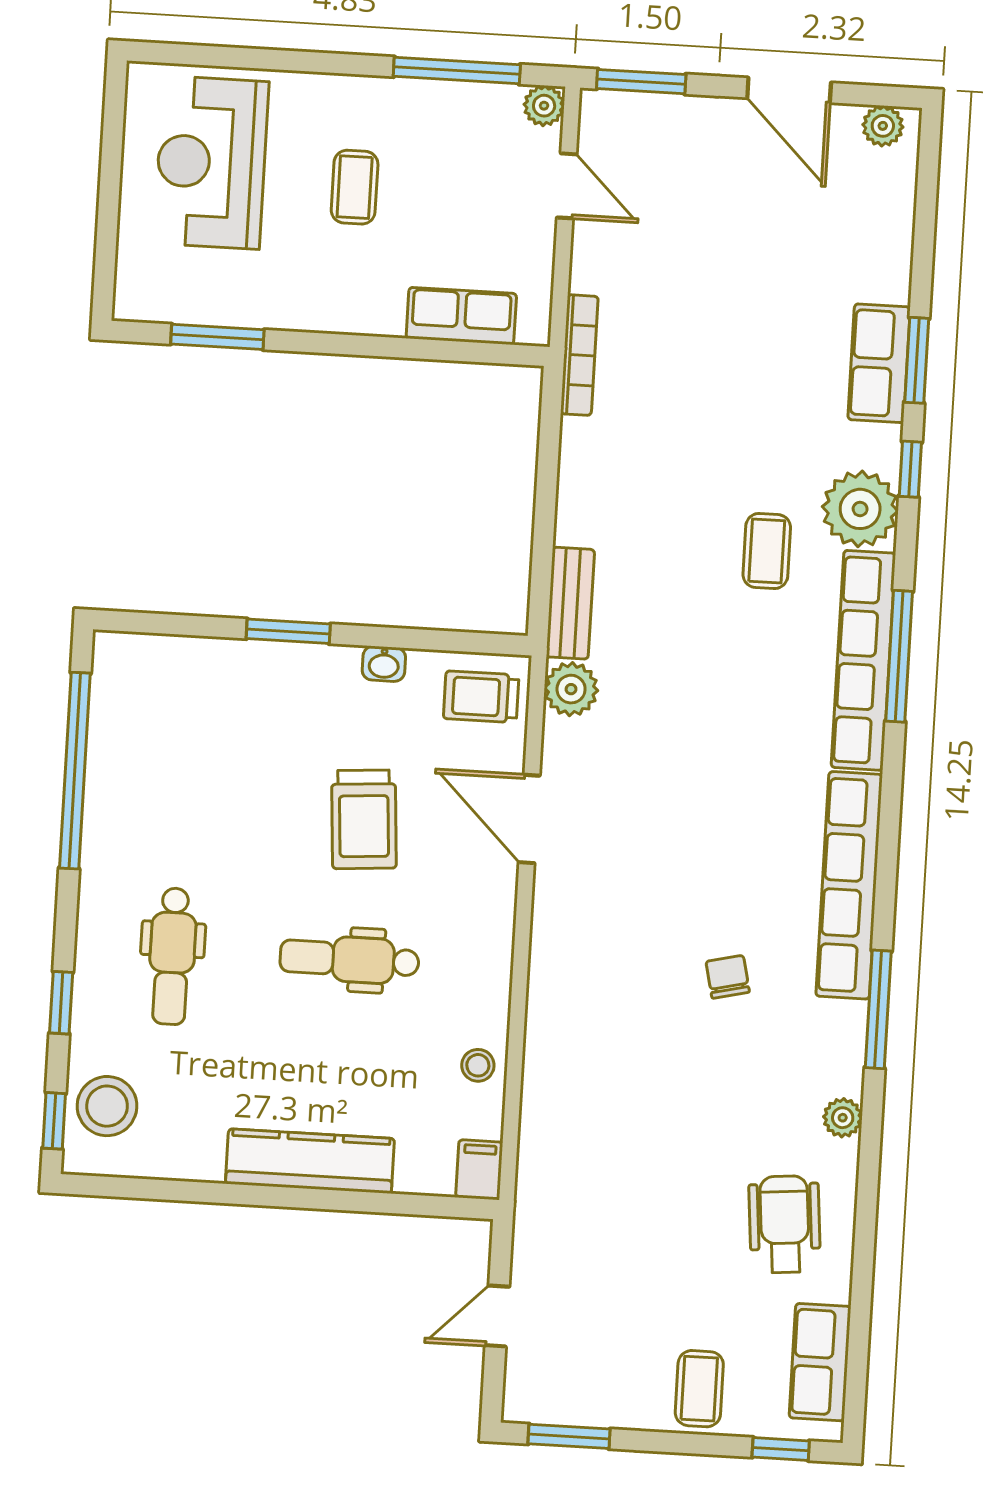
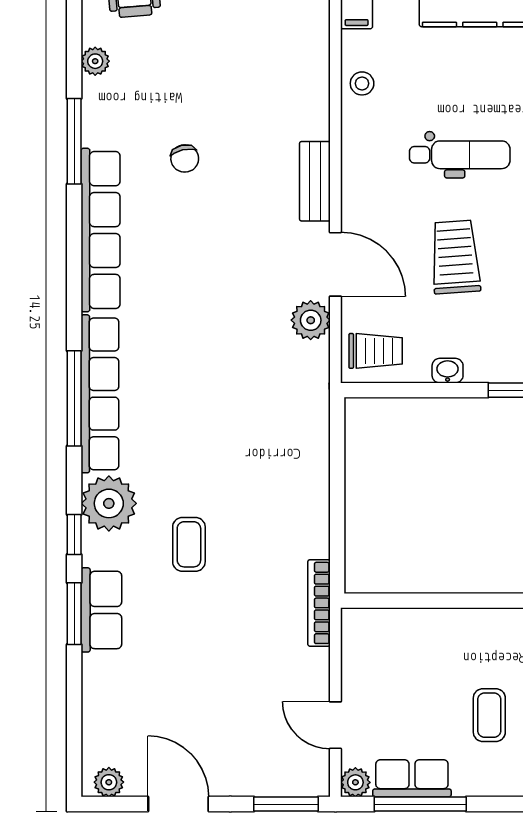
row of seats: (461, 316) -> (412, 778), moved, turned 180
coffee table: (767, 551) -> (189, 544), moved
bench: (570, 603) -> (315, 181), moved
plant: (571, 689) -> (311, 320), moved

